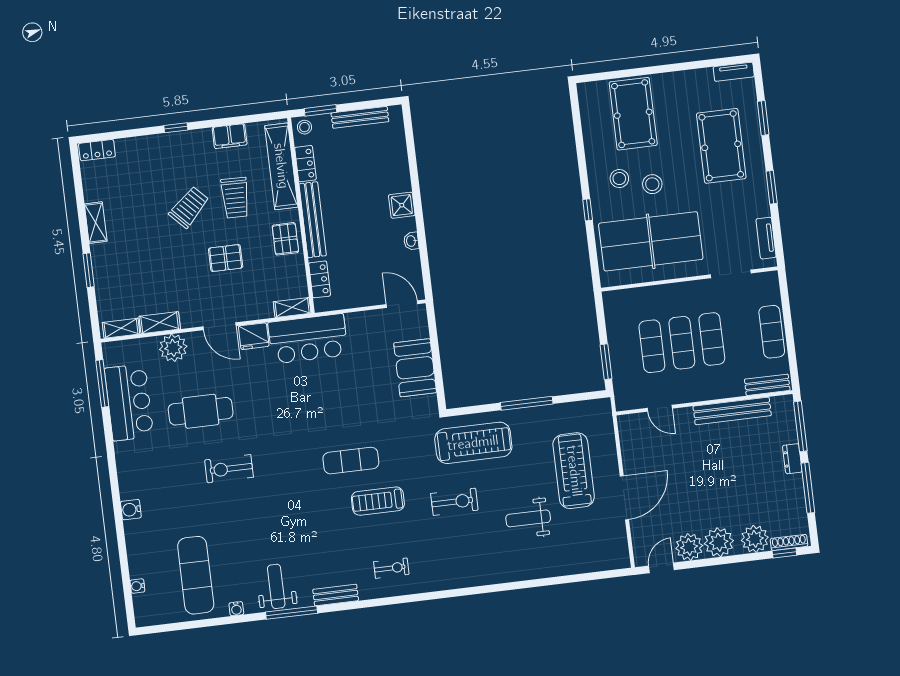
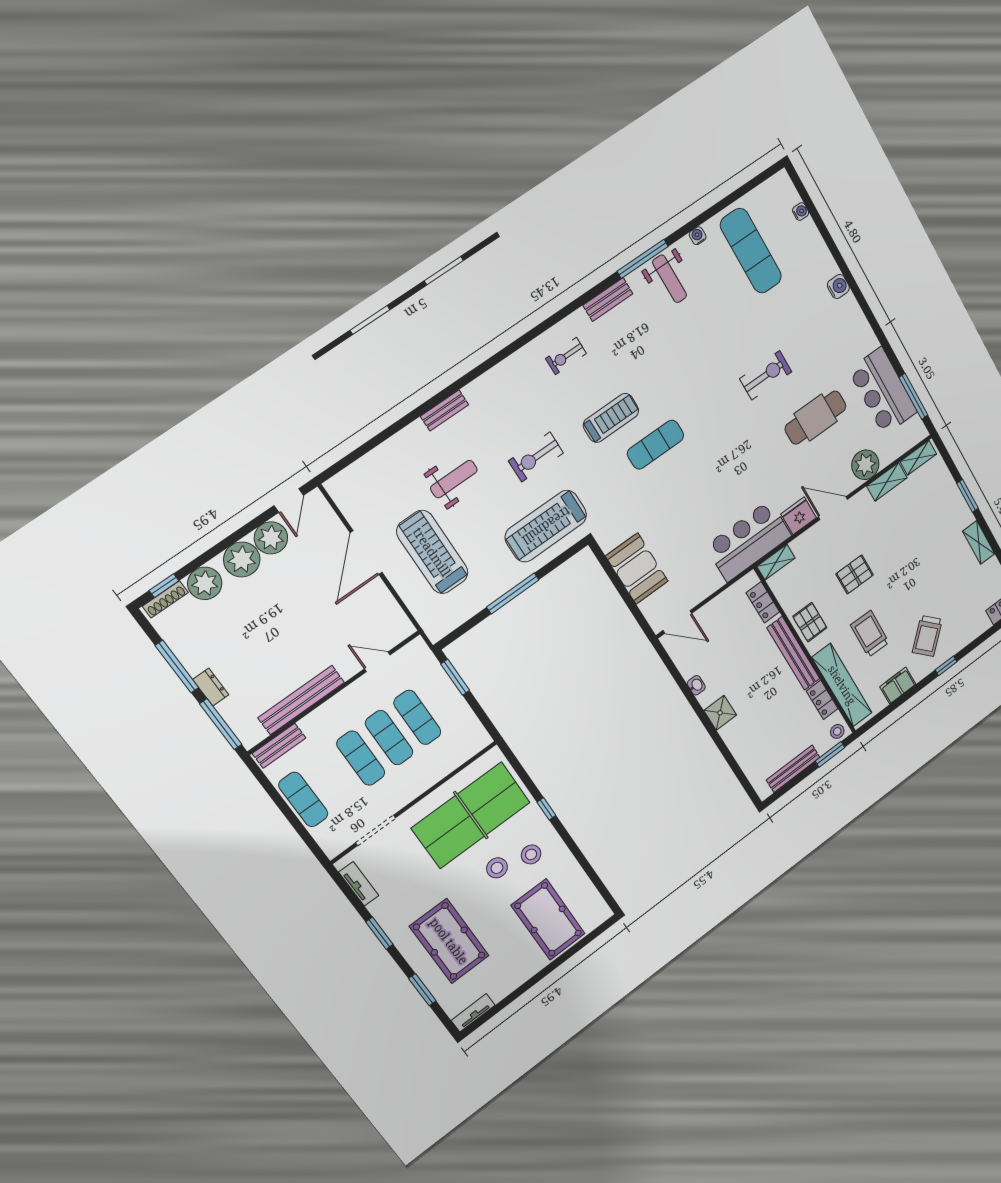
trolley: (189, 207) -> (927, 636), moved
treadmill: (574, 471) -> (432, 552), turned 180
bench: (509, 575) -> (444, 410), added

